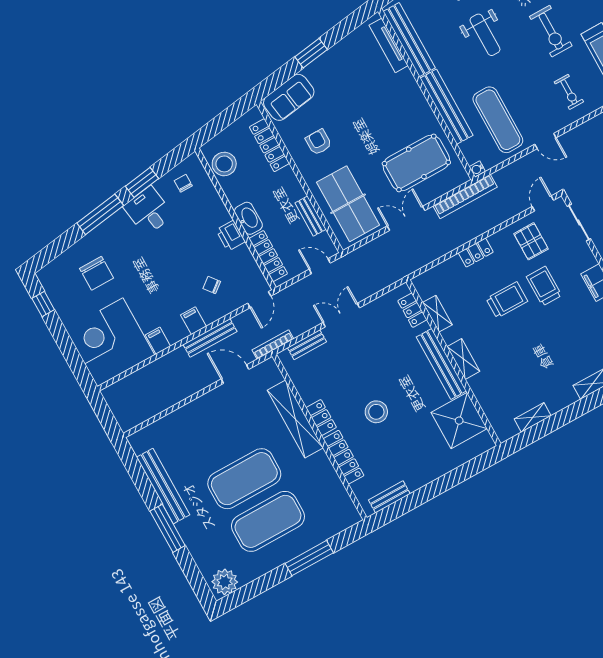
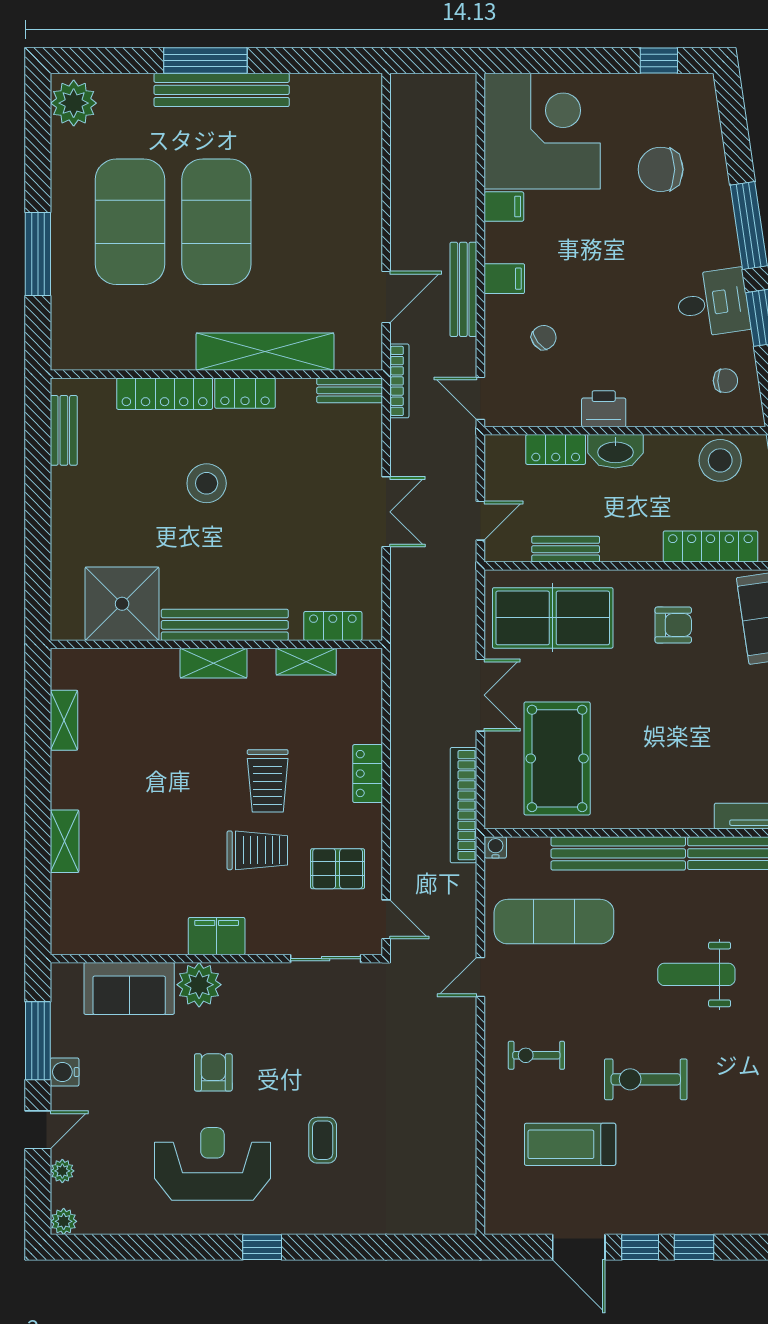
locker: (268, 256) -> (556, 450), width x0.66
bench: (307, 345) -> (350, 390), moved, turned 90
bench: (163, 486) -> (222, 90), moved

